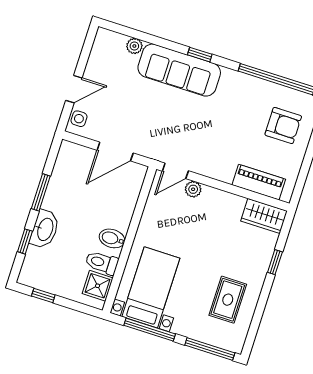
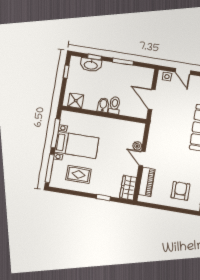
armchair: (283, 125) -> (180, 191), turned 180
door: (175, 171) -> (142, 158), moved
washbasin: (45, 229) -> (91, 65), moved
toilet: (102, 263) -> (114, 105), moved
bed with nightstands: (151, 287) -> (77, 145), moved

